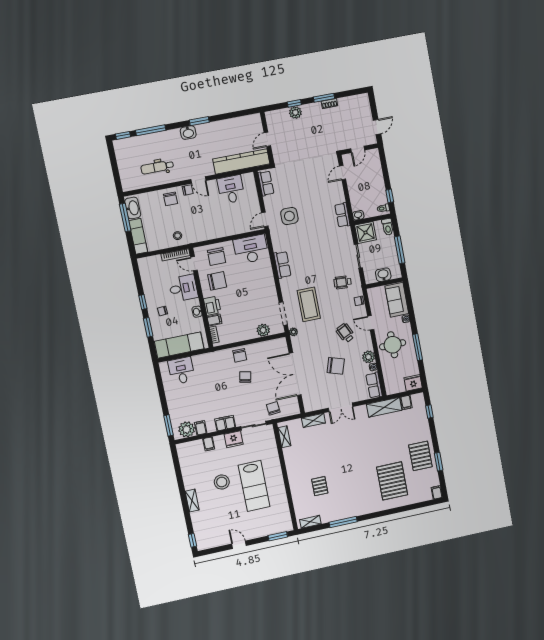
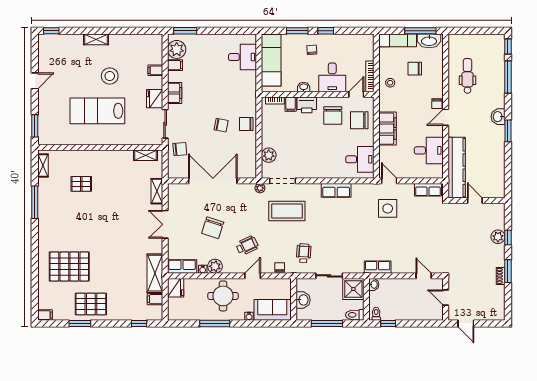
chair: (170, 199) -> (415, 69), moved
filing cabinet: (219, 230) -> (387, 129), added
desk: (251, 249) -> (360, 159), width x0.73
fridge: (413, 383) -> (176, 288), moved

